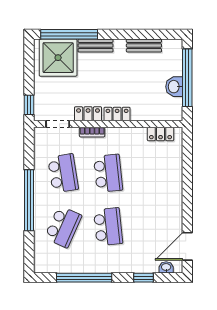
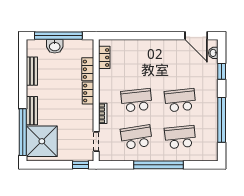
washbasin: (174, 87) -> (55, 46), moved
locker: (88, 114) -> (88, 69), moved
school desk: (63, 227) -> (180, 137), turned -30

